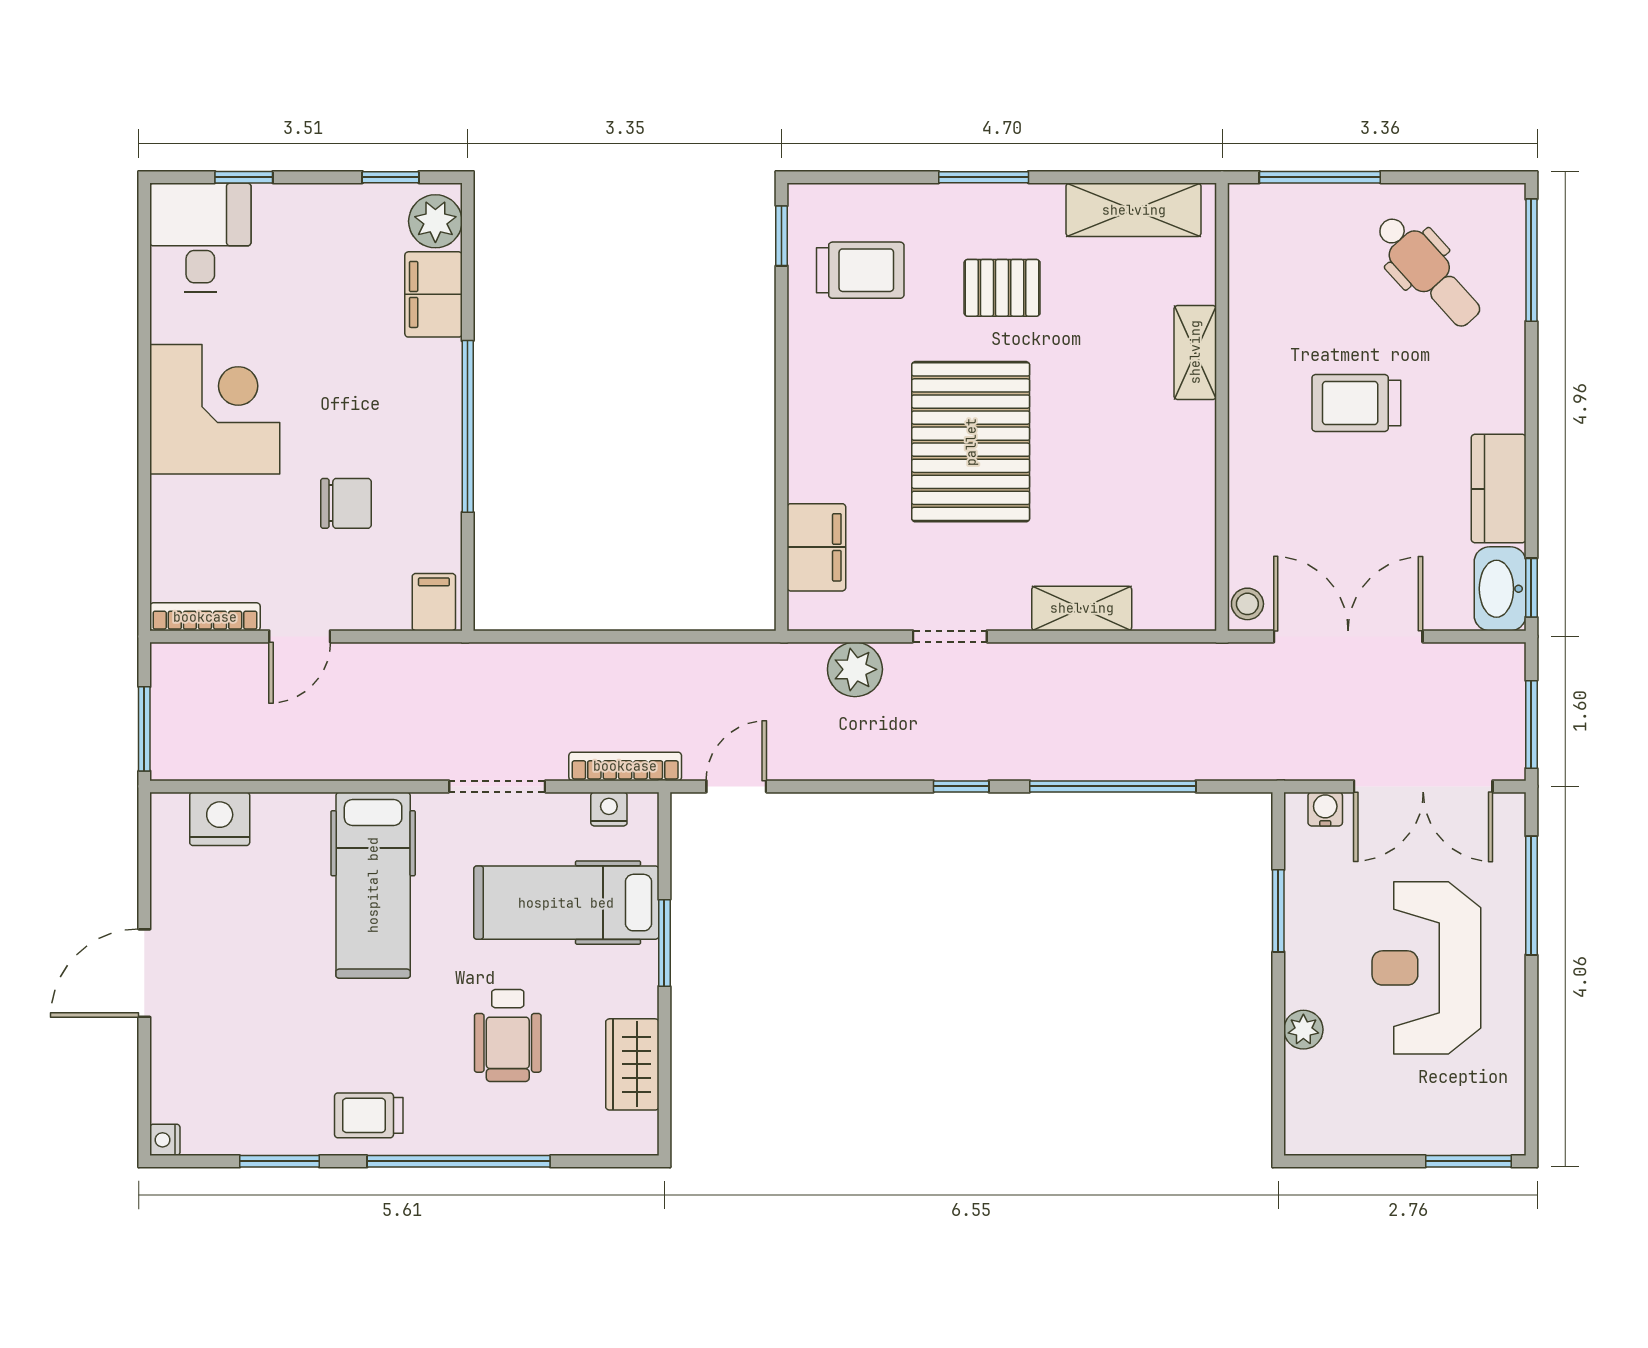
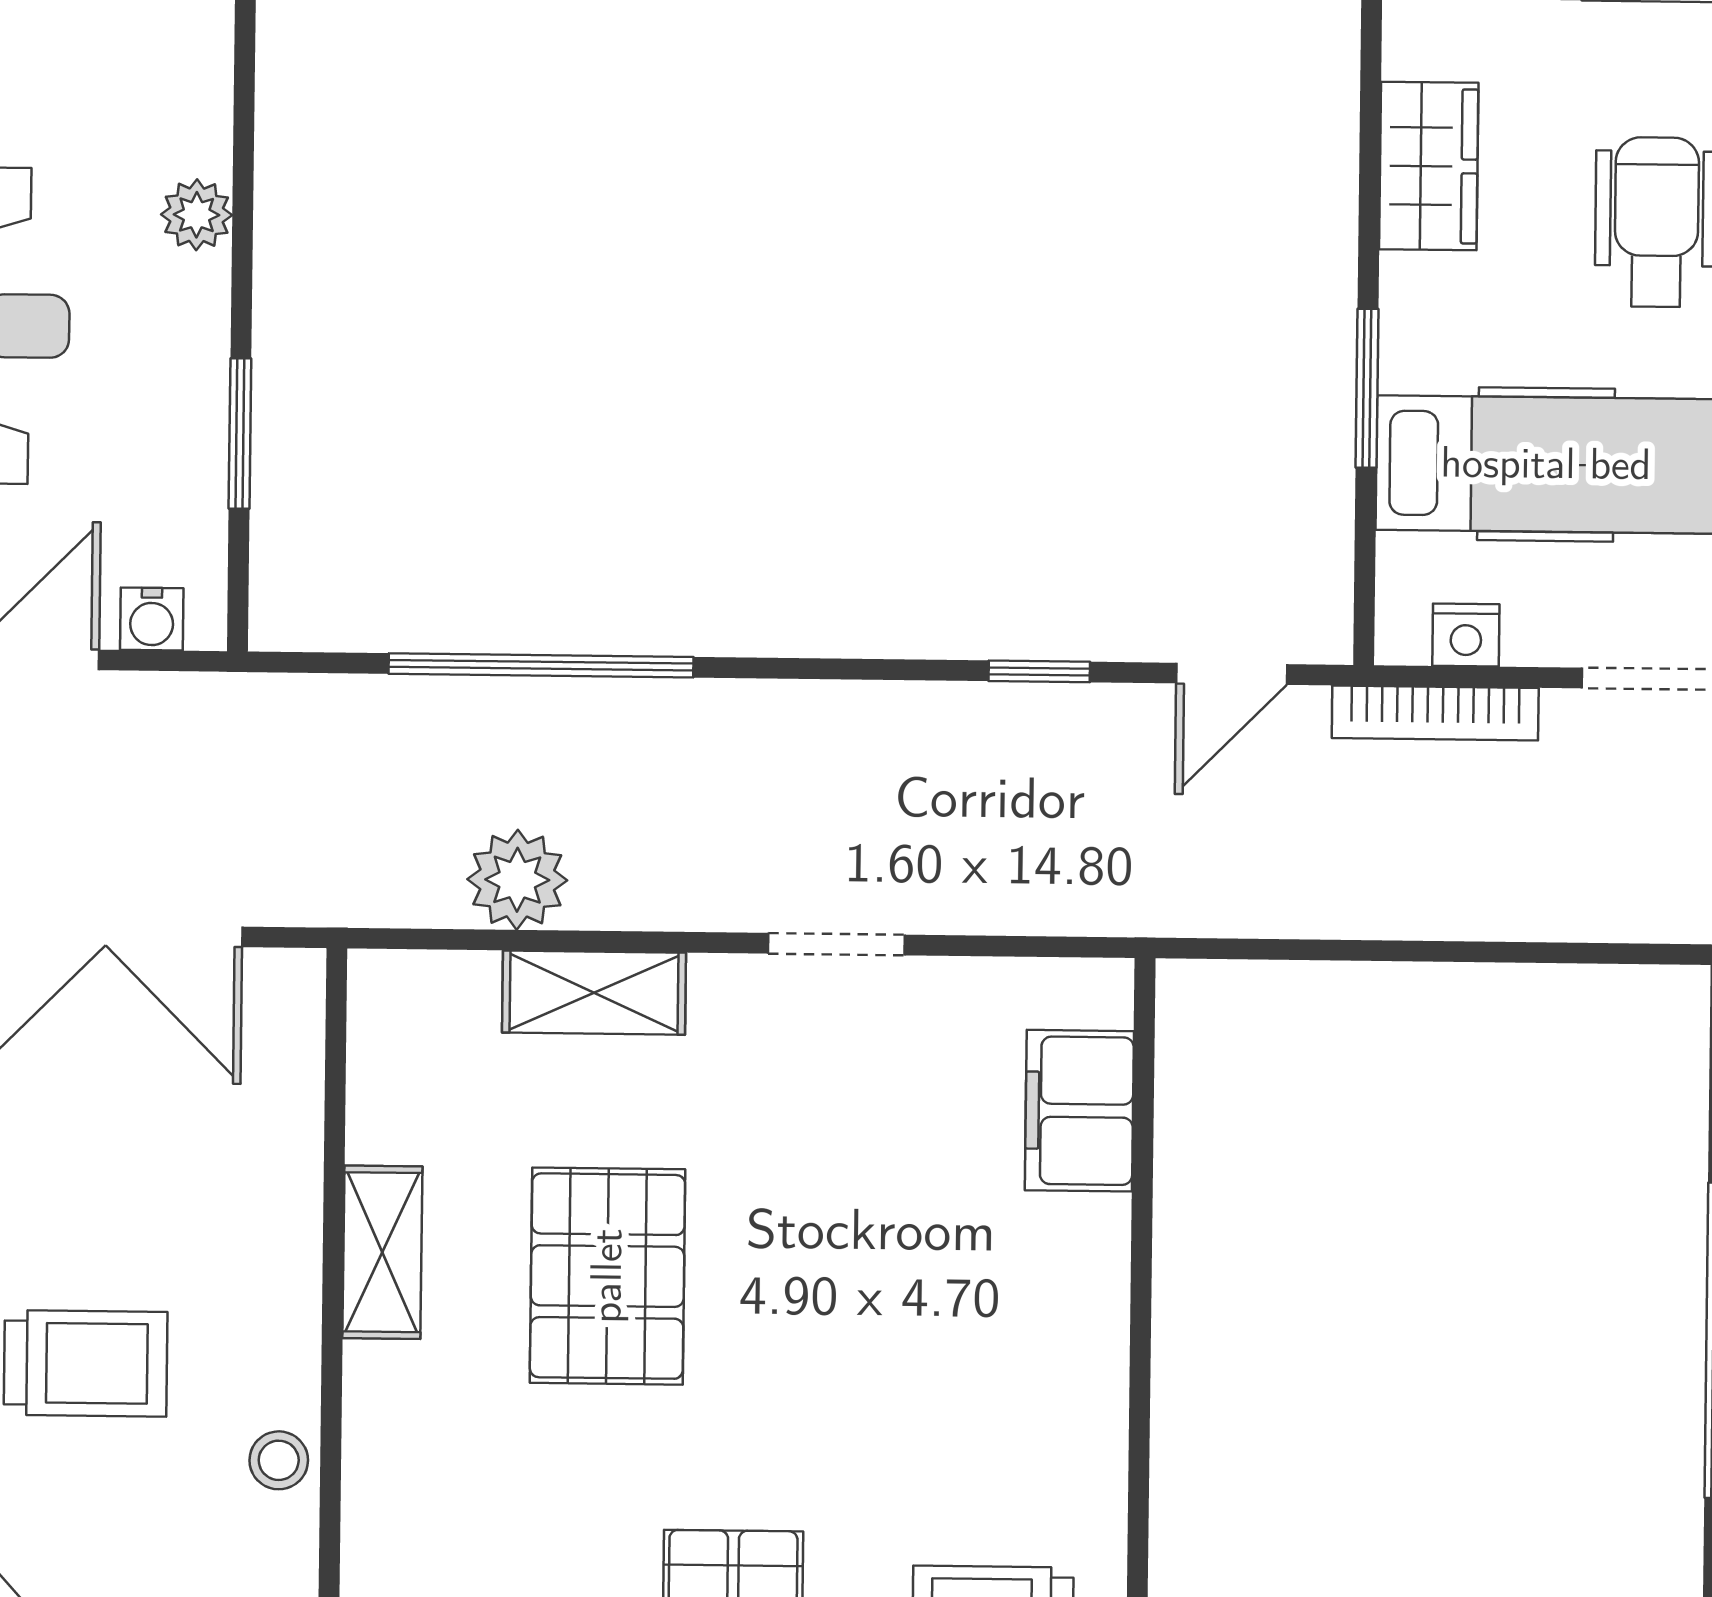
shelving: (1195, 352) -> (382, 1252), moved
pallet: (971, 442) -> (607, 1276), moved, width x0.73, depth x0.71
stool: (1247, 604) -> (279, 1460), moved
plant: (855, 669) -> (517, 880), moved
window: (961, 786) -> (1039, 671), moved

